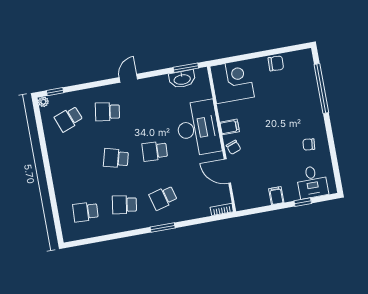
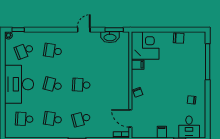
door: (128, 78) -> (84, 30), moved
filing cabinet: (230, 127) -> (138, 65), moved
desk: (198, 128) -> (19, 84), moved, turned 180
door: (227, 171) -> (130, 118), moved

